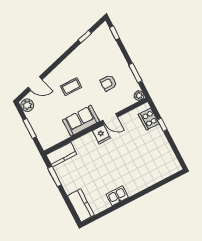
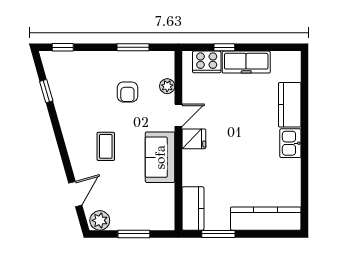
plant: (139, 96) -> (167, 86), moved
freezer: (160, 142) -> (246, 62), added
kitchen counter: (149, 179) -> (290, 105), added
kitchen sink: (117, 196) -> (290, 143), moved
kitchen counter: (81, 205) -> (266, 219), width x1.50

